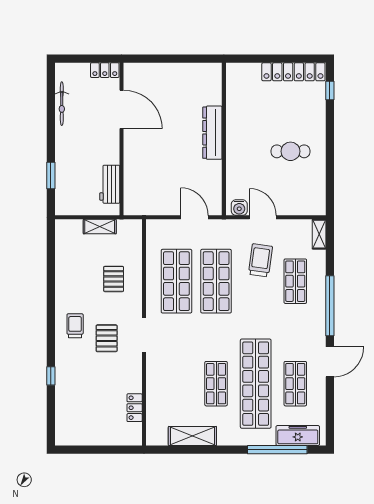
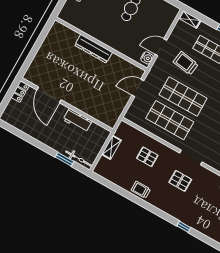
bicycle: (62, 104) -> (79, 159), moved
door: (122, 109) -> (49, 95), swing flipped
workbench: (110, 184) -> (78, 120), moved
trolley: (75, 326) -> (141, 190), moved

